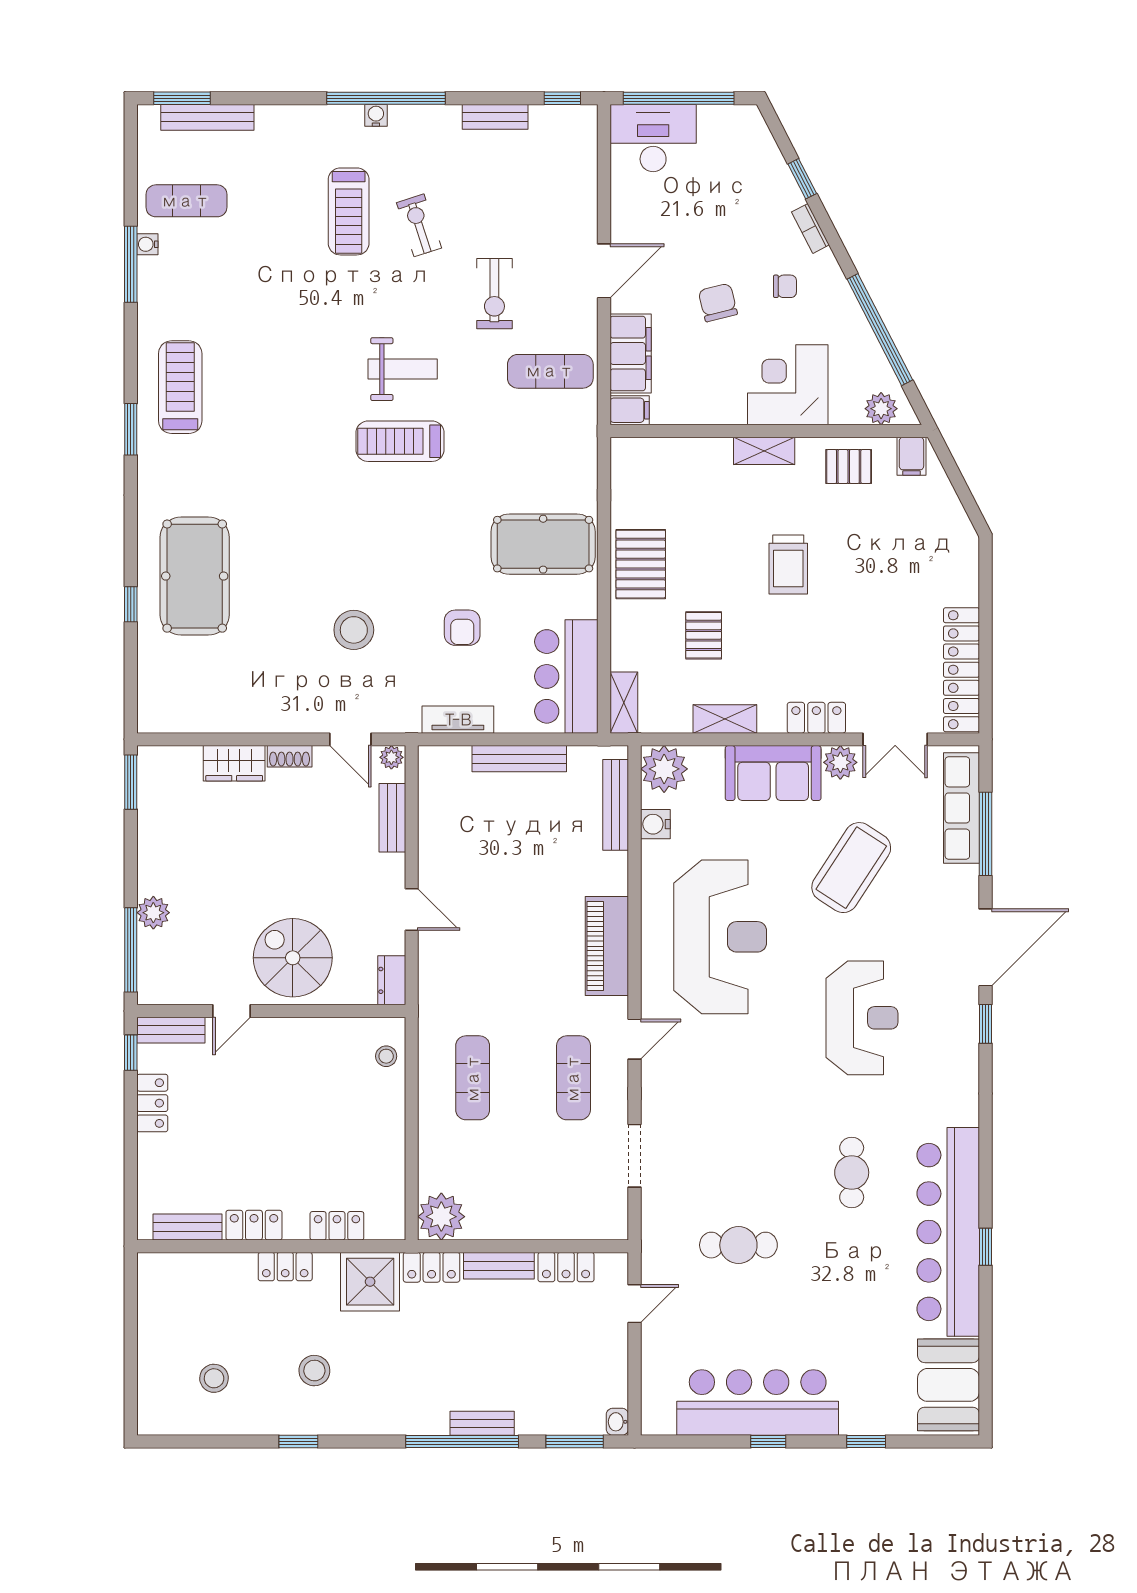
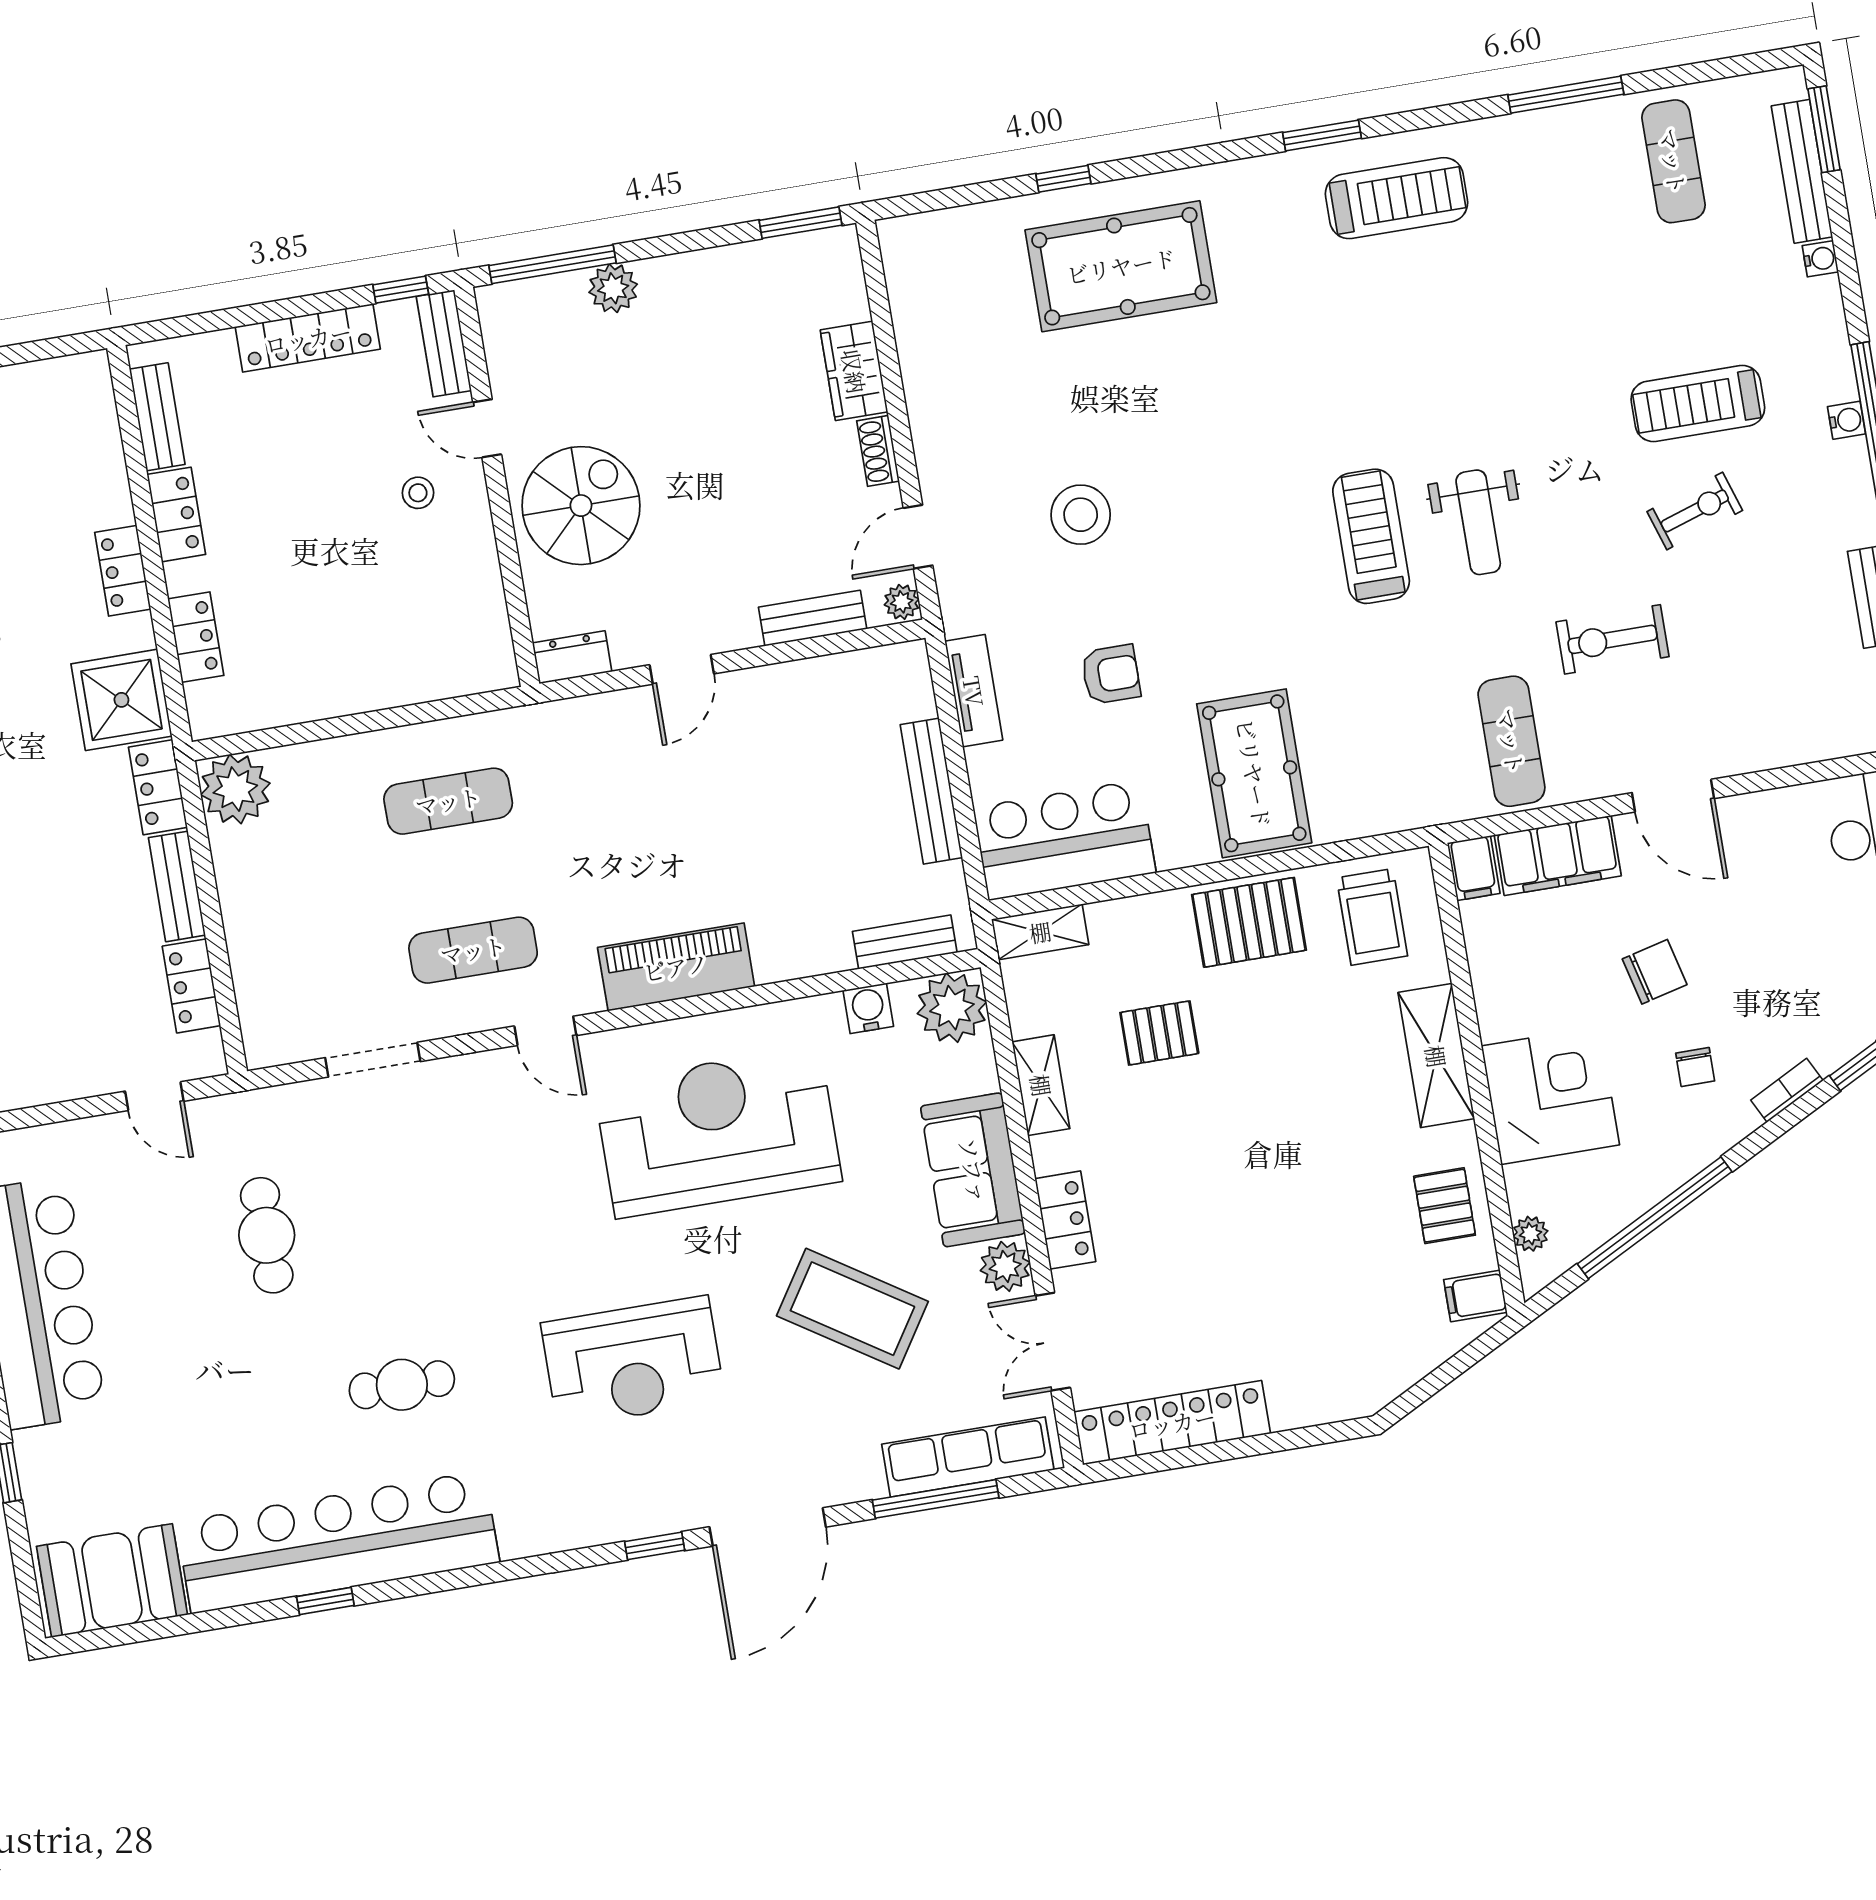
water cooler: (147, 244) -> (1820, 259), moved, turned 90
plant: (881, 409) -> (1530, 1234), width x0.73, depth x0.73
shelving: (764, 451) -> (1436, 1056), width x1.50, depth x1.33
trolley: (788, 564) -> (1372, 917), moved, turned -90
armchair: (462, 628) -> (1111, 674), turned 180
bench: (616, 805) -> (905, 942), width x0.73
reception desk: (720, 937) -> (718, 1132), turned 180
door: (986, 947) -> (768, 1527), hinge flipped
stool: (386, 1056) -> (418, 493), moved
locker: (152, 1103) -> (308, 338), width x1.53

